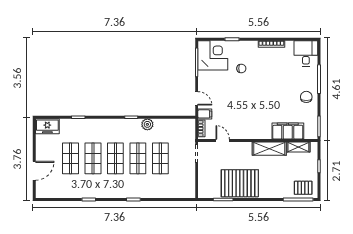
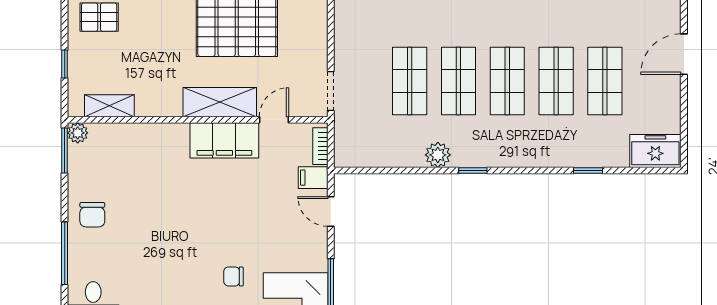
filing cabinet: (288, 131) -> (224, 140), moved
plant: (313, 134) -> (78, 133), added
door: (223, 141) -> (274, 120), swing flipped
shelving: (269, 149) -> (220, 102), moved

